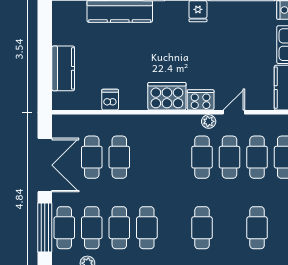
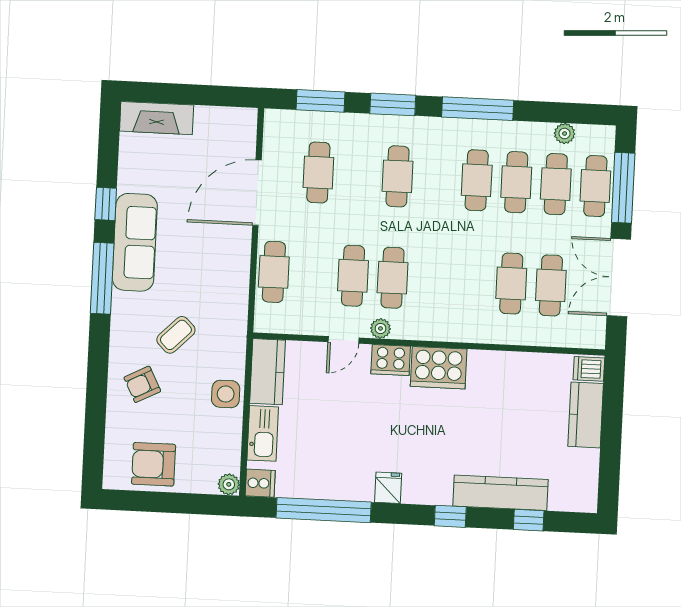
dishwasher: (110, 100) -> (589, 369), moved, turned 90
cafe table: (257, 157) -> (313, 274), removed

